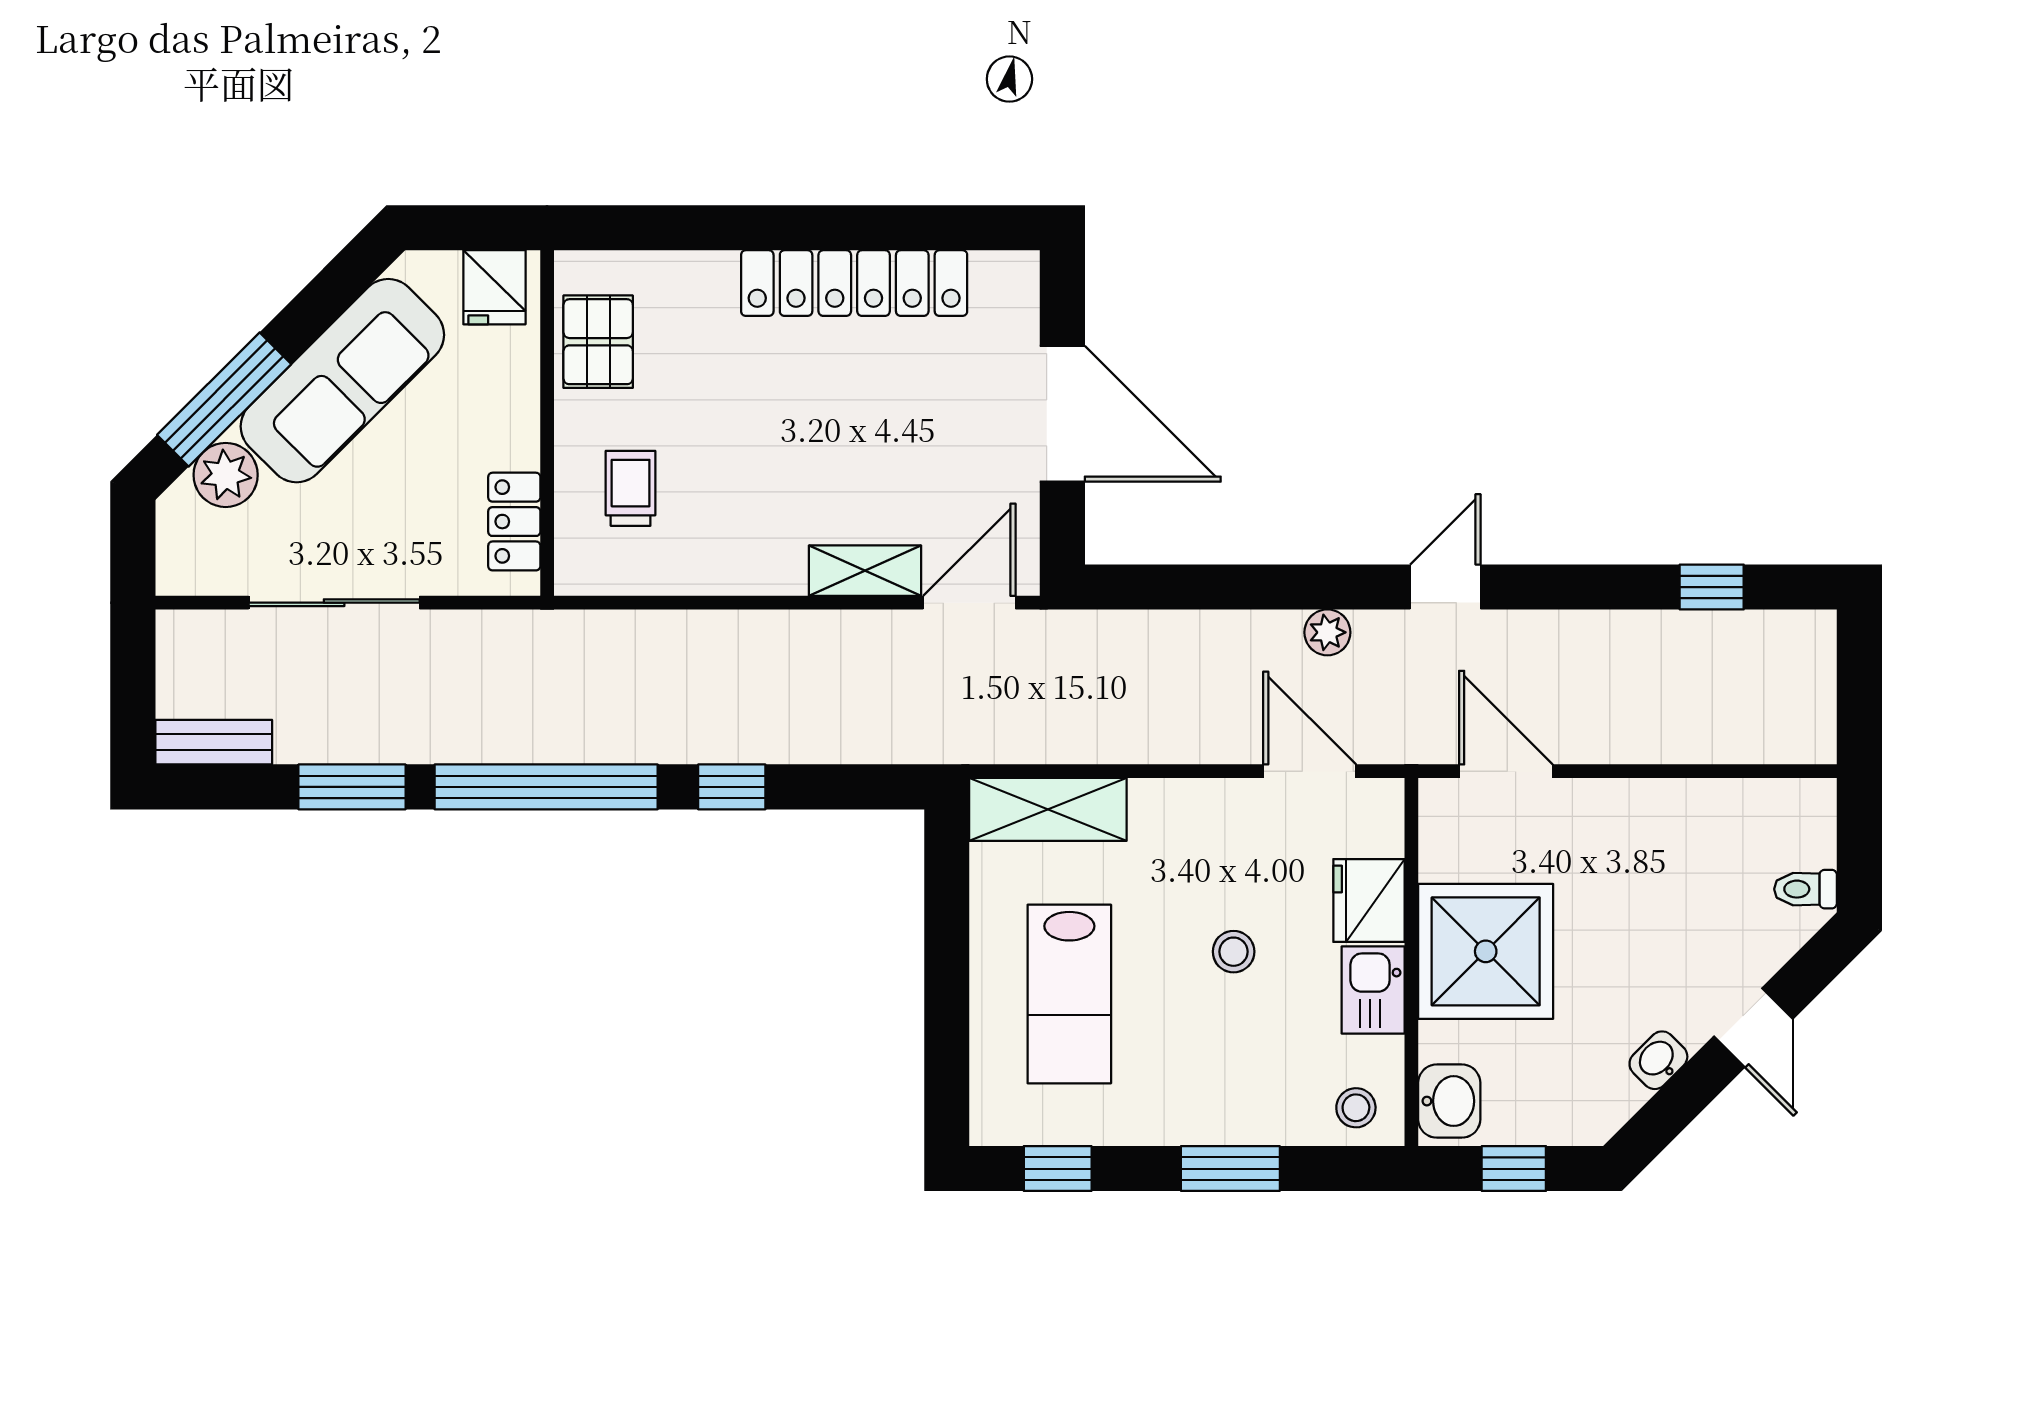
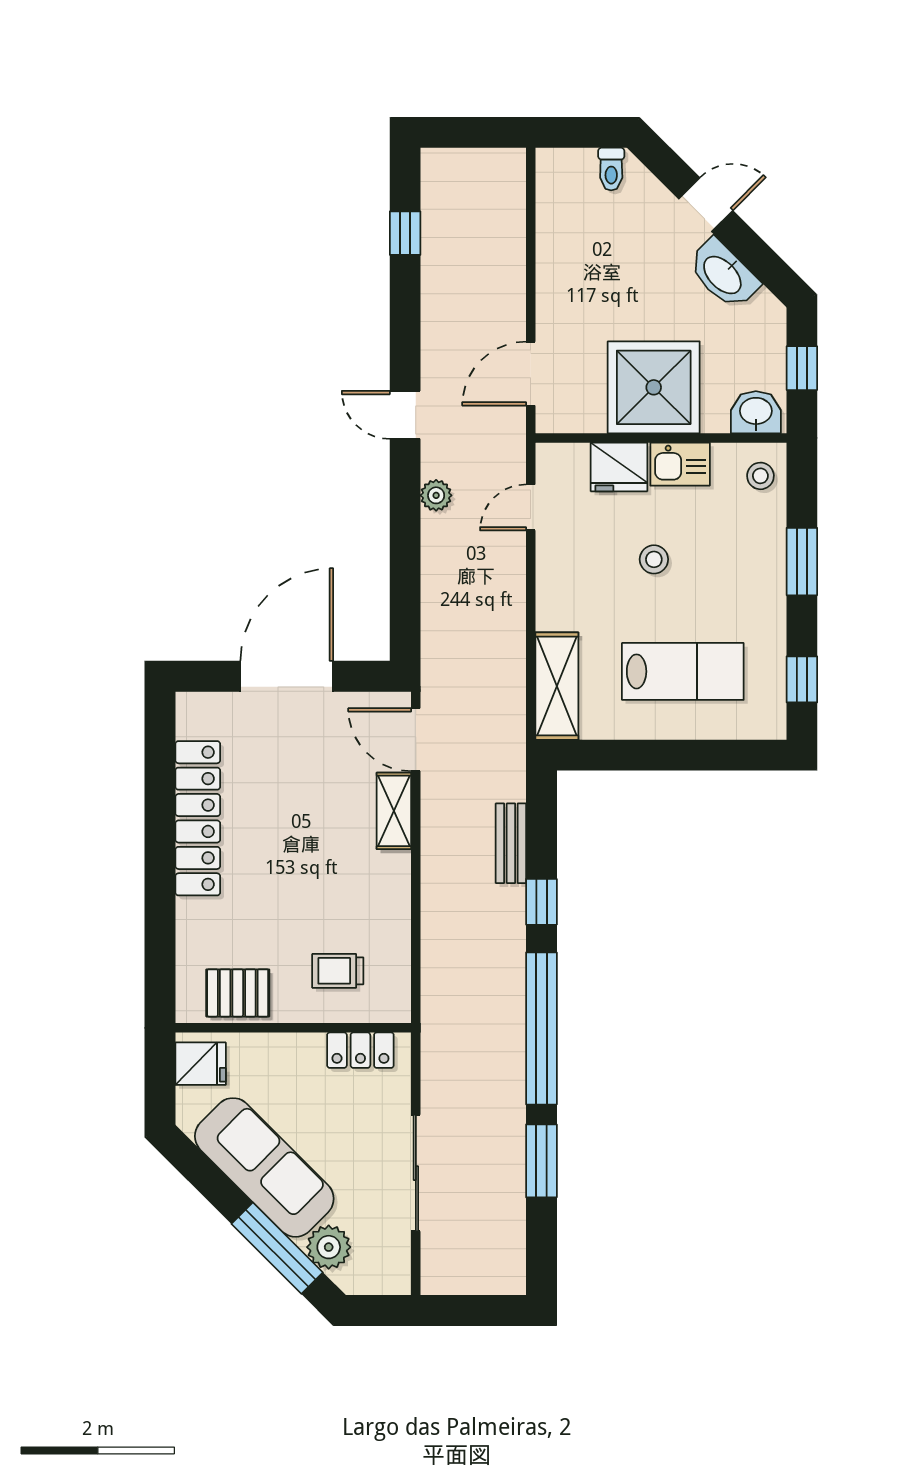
bench: (214, 742) -> (511, 843), moved
door: (1310, 771) -> (531, 507), width x0.73
washbasin: (1658, 1060) -> (723, 274), width x1.91, depth x1.45

